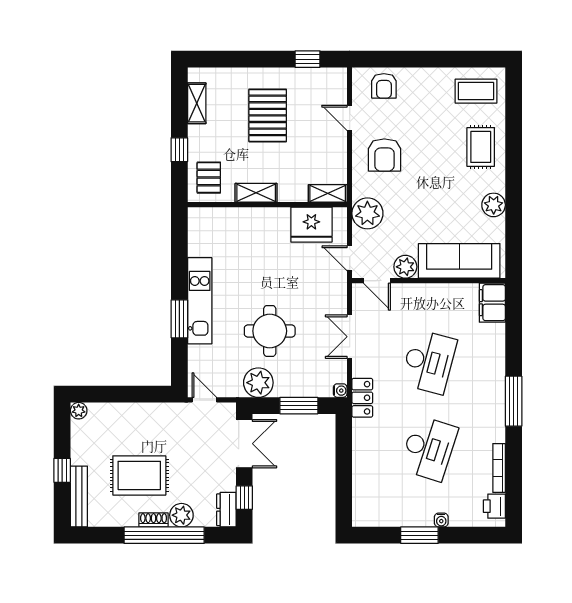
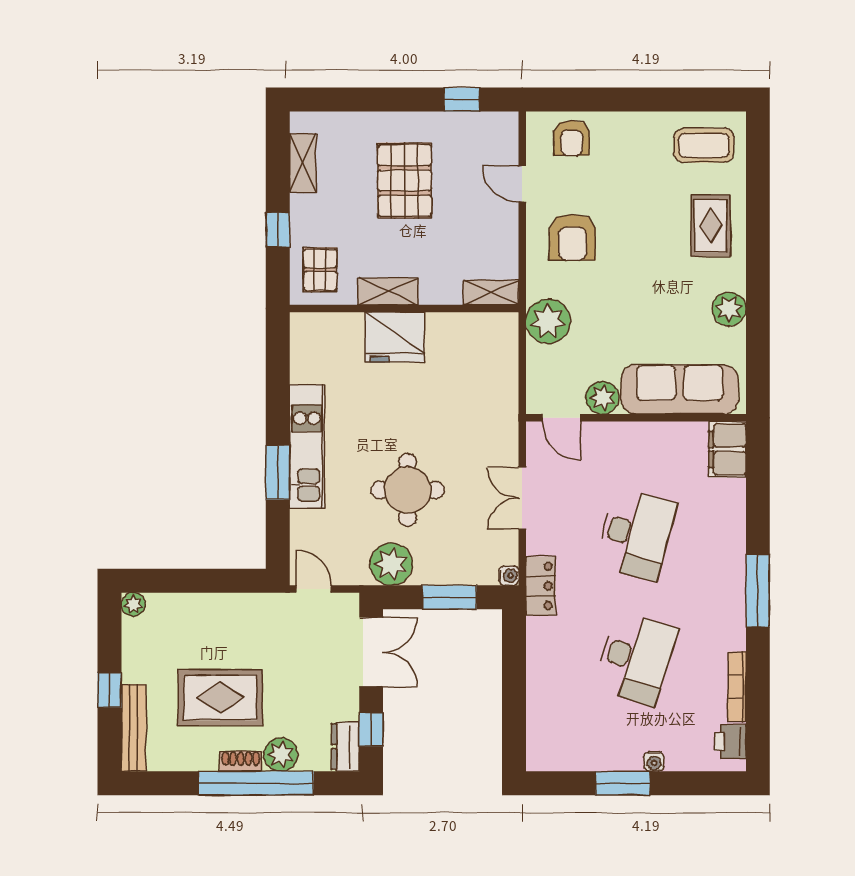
fridge: (311, 225) -> (395, 337), moved
door: (350, 258) -> (522, 386), removed

